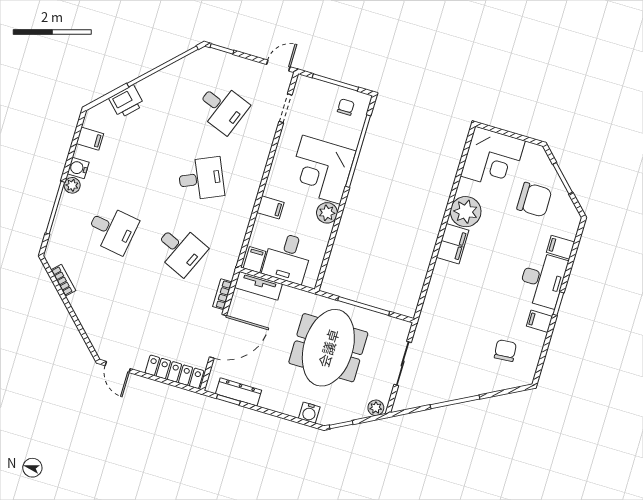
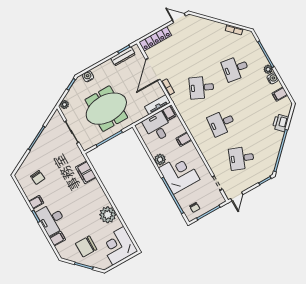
desk: (201, 179) -> (222, 123), turned 30
filing cabinet: (453, 244) -> (86, 172), moved
meeting table: (328, 348) -> (106, 109), turned 90

